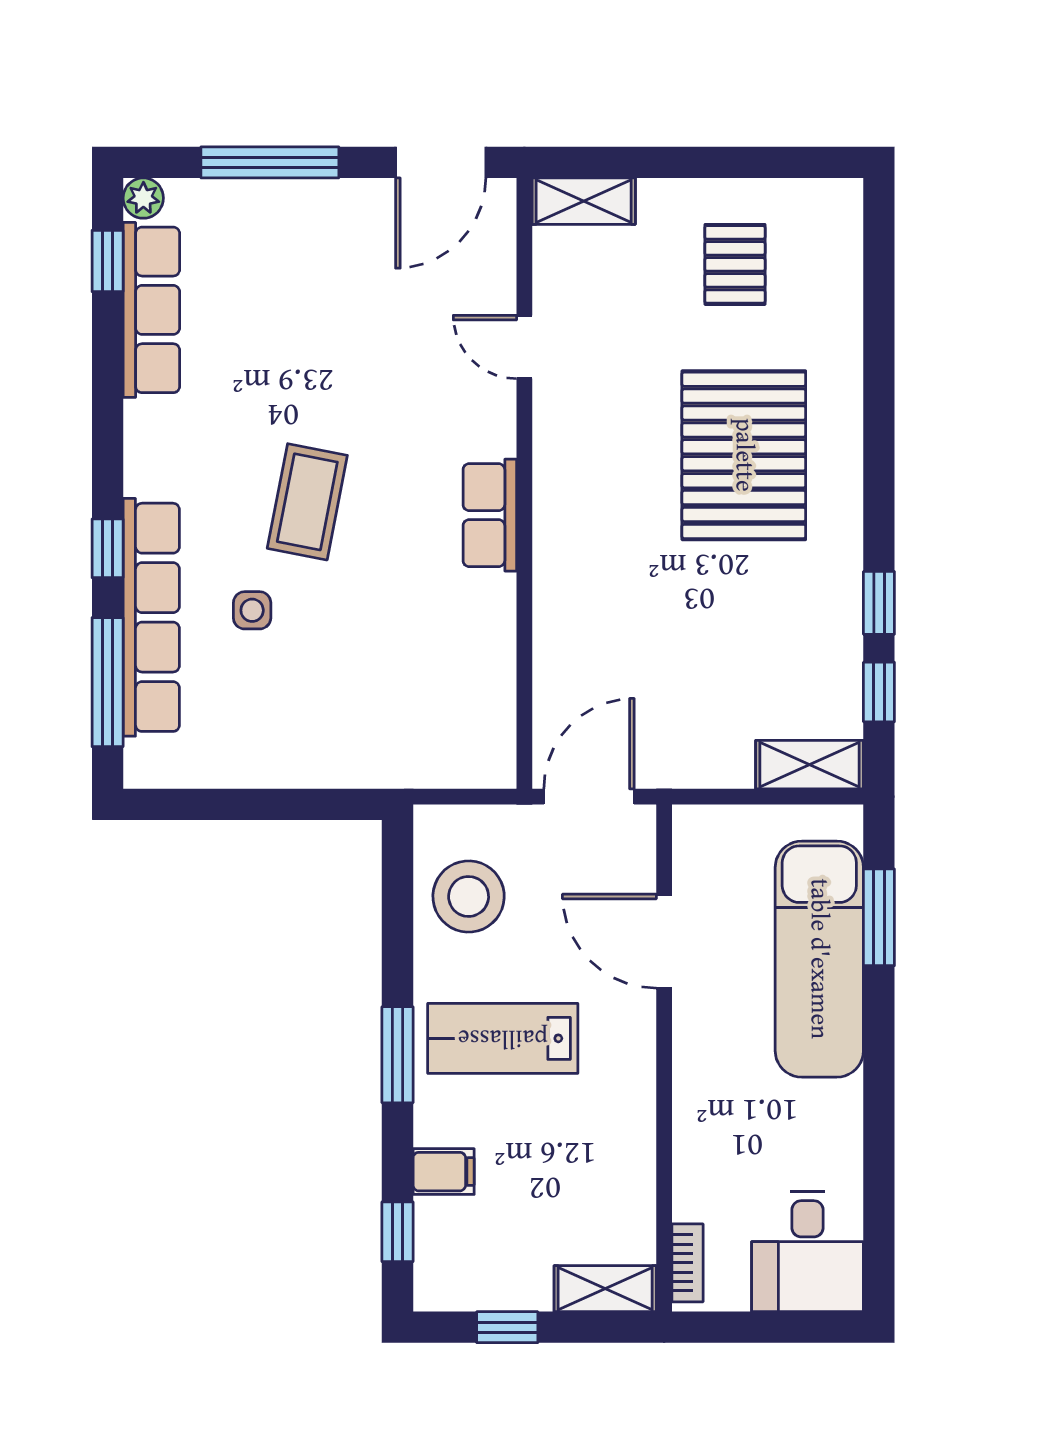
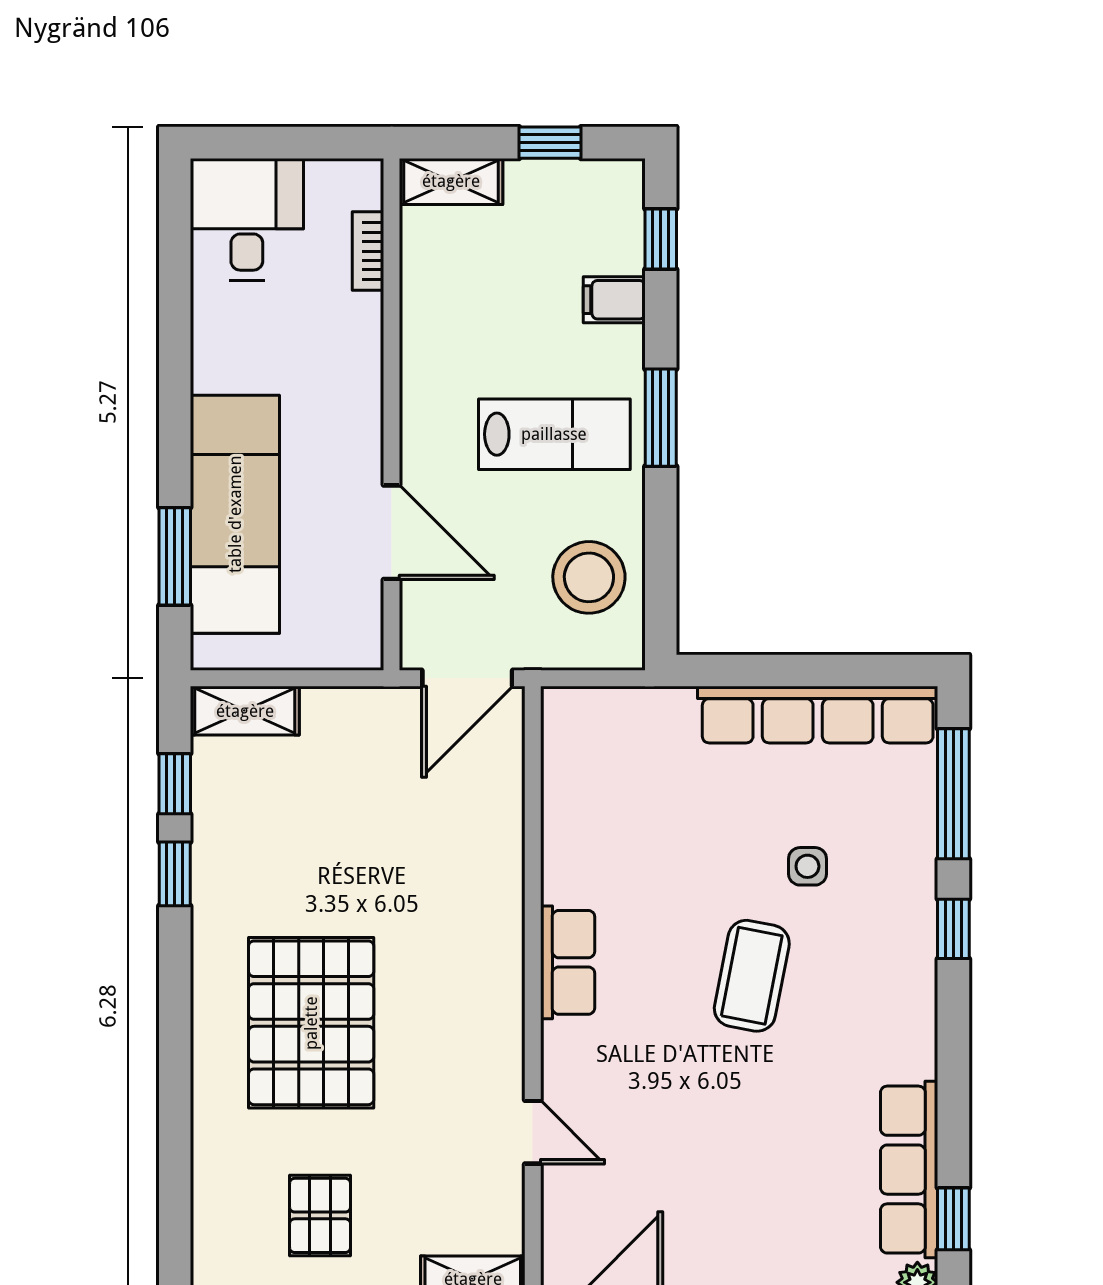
row of seats: (151, 617) -> (818, 715), moved, turned -90
bookcase: (687, 1263) -> (368, 251), moved

